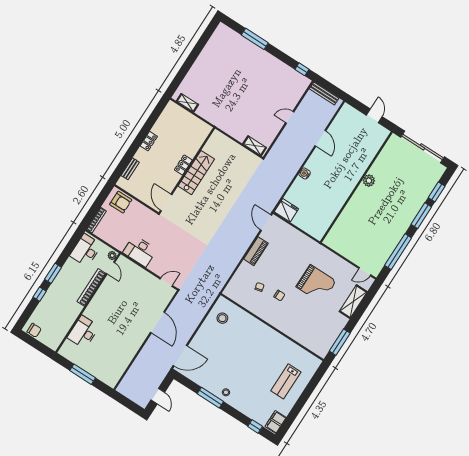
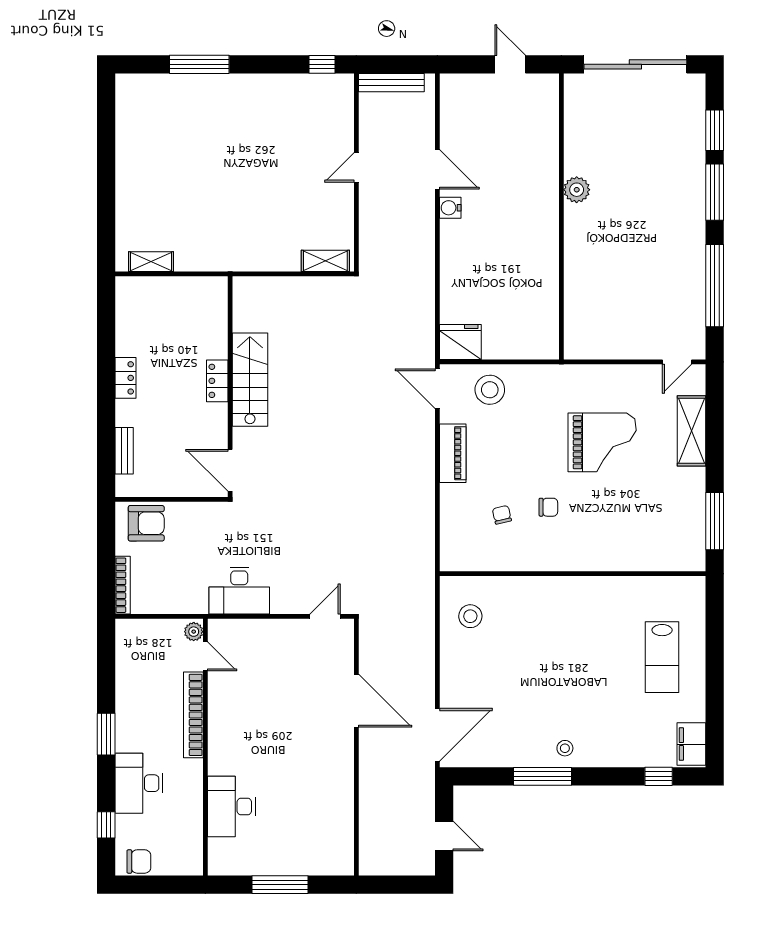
water cooler: (305, 173) -> (450, 208), moved
stool: (286, 236) -> (490, 390), added
desk: (86, 250) -> (139, 783), moved
window: (40, 294) -> (106, 825), moved

